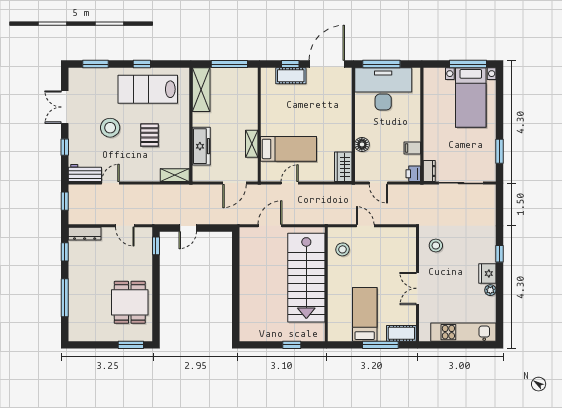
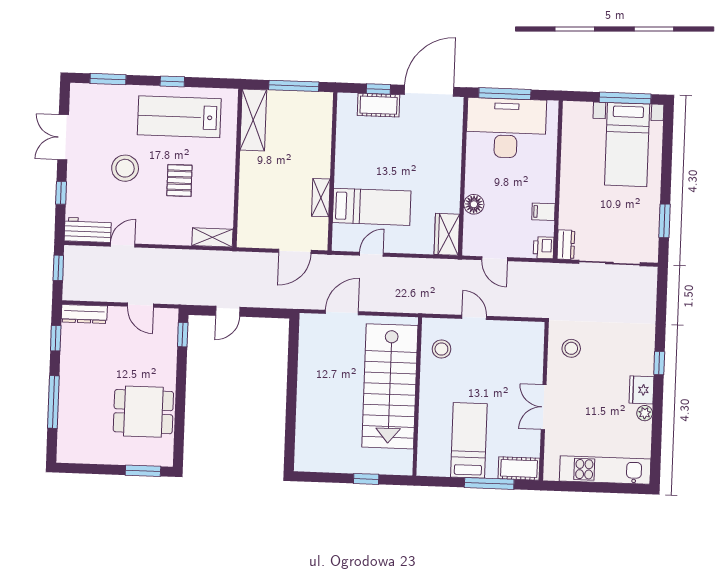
freezer: (201, 146) -> (251, 198), removed
dining table: (130, 302) -> (143, 412), turned 90

